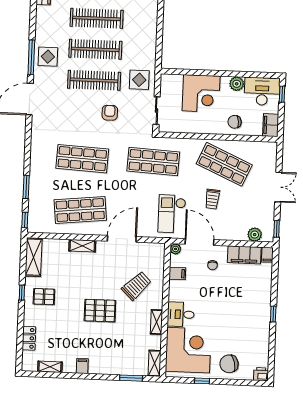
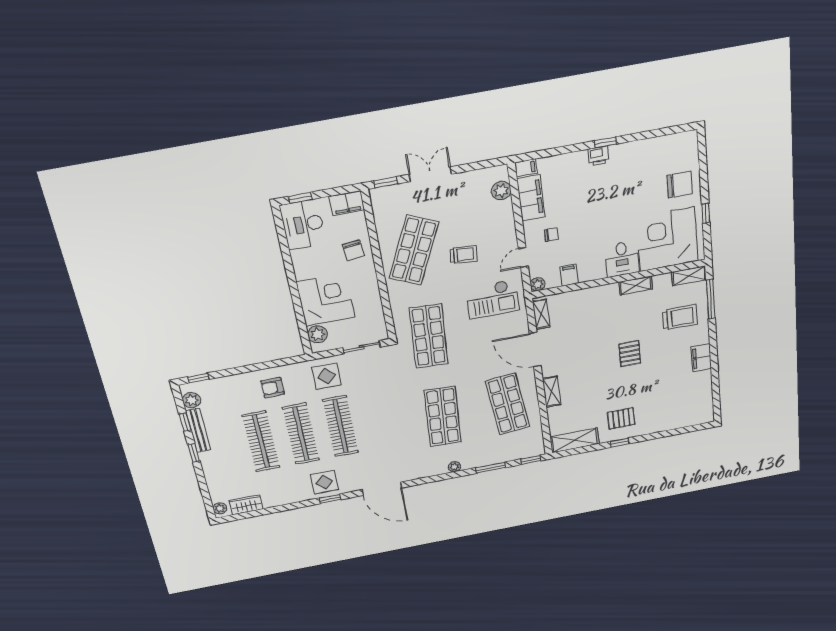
window: (31, 57) -> (330, 499), width x0.46
plant: (237, 84) -> (318, 334), moved
armchair: (110, 113) -> (273, 388), moved
plant: (35, 159) -> (454, 467), added
window: (277, 229) -> (386, 182), moved
door: (199, 242) -> (523, 258), width x0.53
trolley: (137, 286) -> (680, 317), moved, turned 135
pallet: (44, 297) -> (621, 418), turned 90
pallet: (100, 311) -> (630, 354), width x0.67, depth x0.71
locker: (29, 338) -> (674, 423), removed
chair: (229, 364) -> (680, 185), turned -77
filing cabinet: (82, 366) -> (701, 358), width x2.00
shelving: (50, 367) -> (541, 314), moved
printer: (261, 374) -> (599, 156), moved, turned -90
window: (131, 378) -> (711, 299), width x1.44

